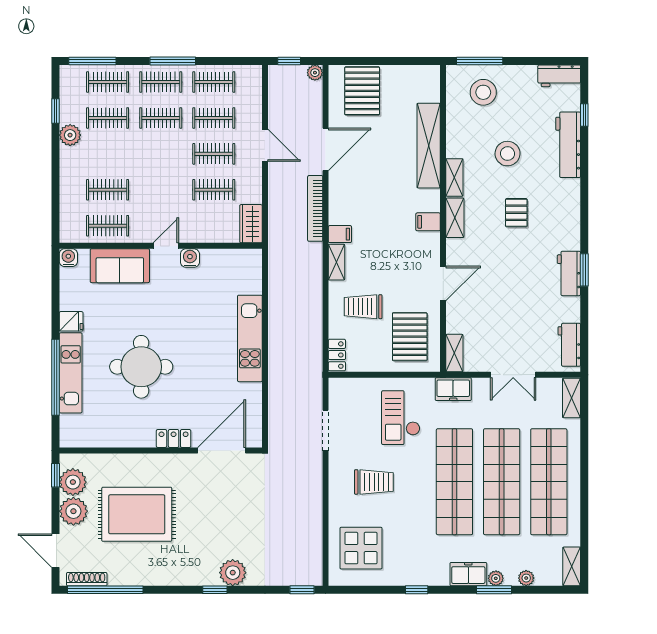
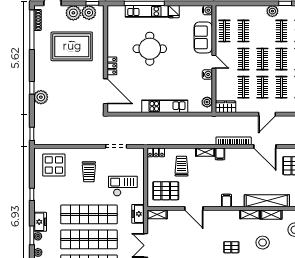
clothes rail: (161, 154) -> (262, 59), added
clothes rail: (161, 190) -> (243, 59), added
shelving: (455, 218) -> (271, 215), moved
plant: (242, 259) -> (207, 102), added
rug: (137, 514) -> (72, 46), turned 90

